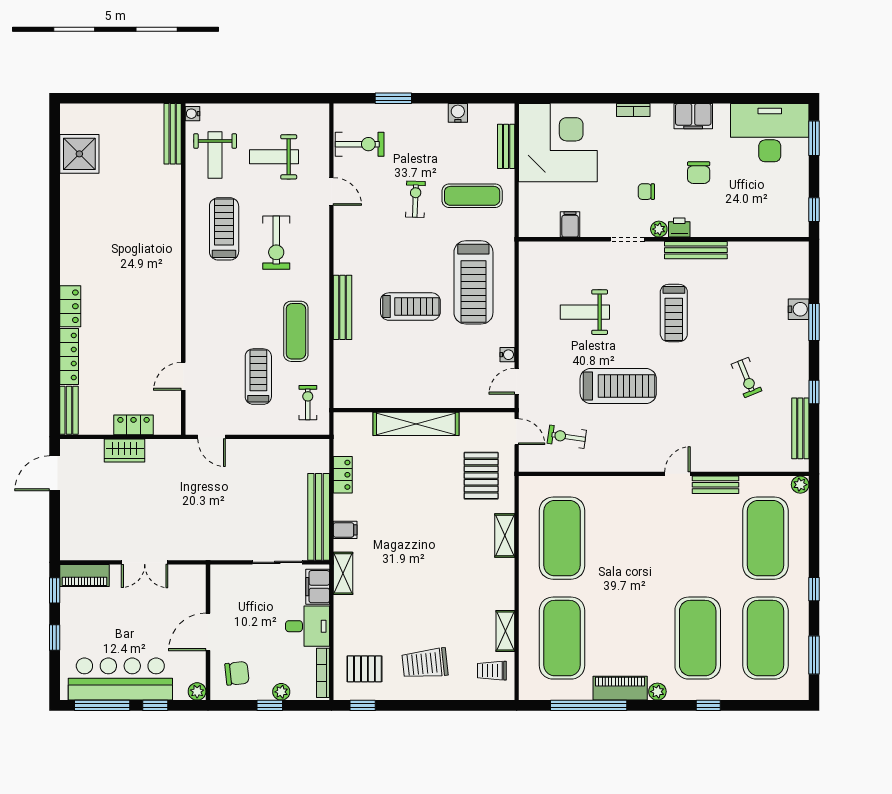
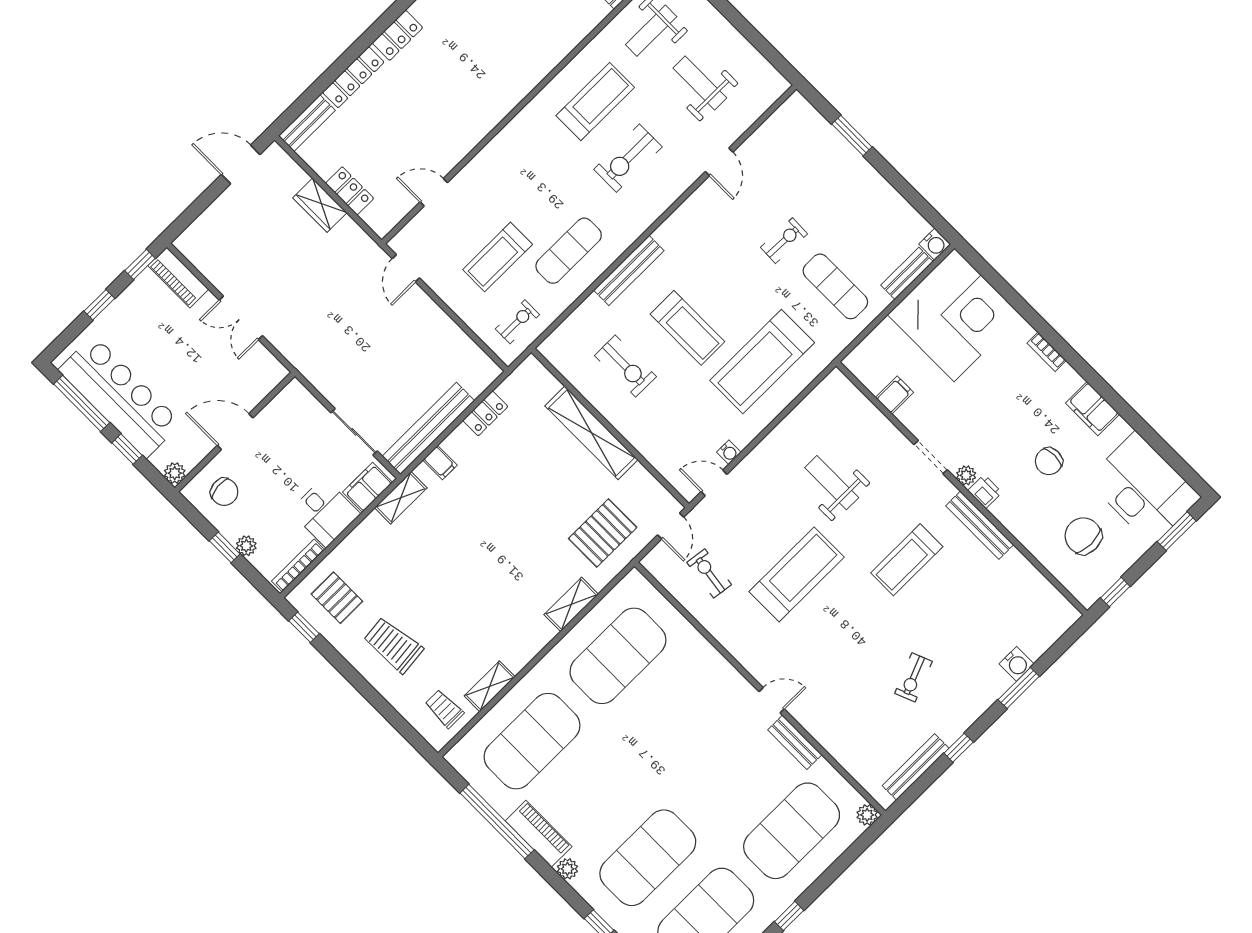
water cooler: (458, 113) -> (935, 244), moved, turned 90
exercise bike: (360, 144) -> (625, 366), moved
chair: (646, 192) -> (1083, 536), moved, width x1.87, depth x1.87
treadmill: (258, 377) -> (498, 257), turned 180
treadmill: (618, 386) -> (797, 574), turned -90

